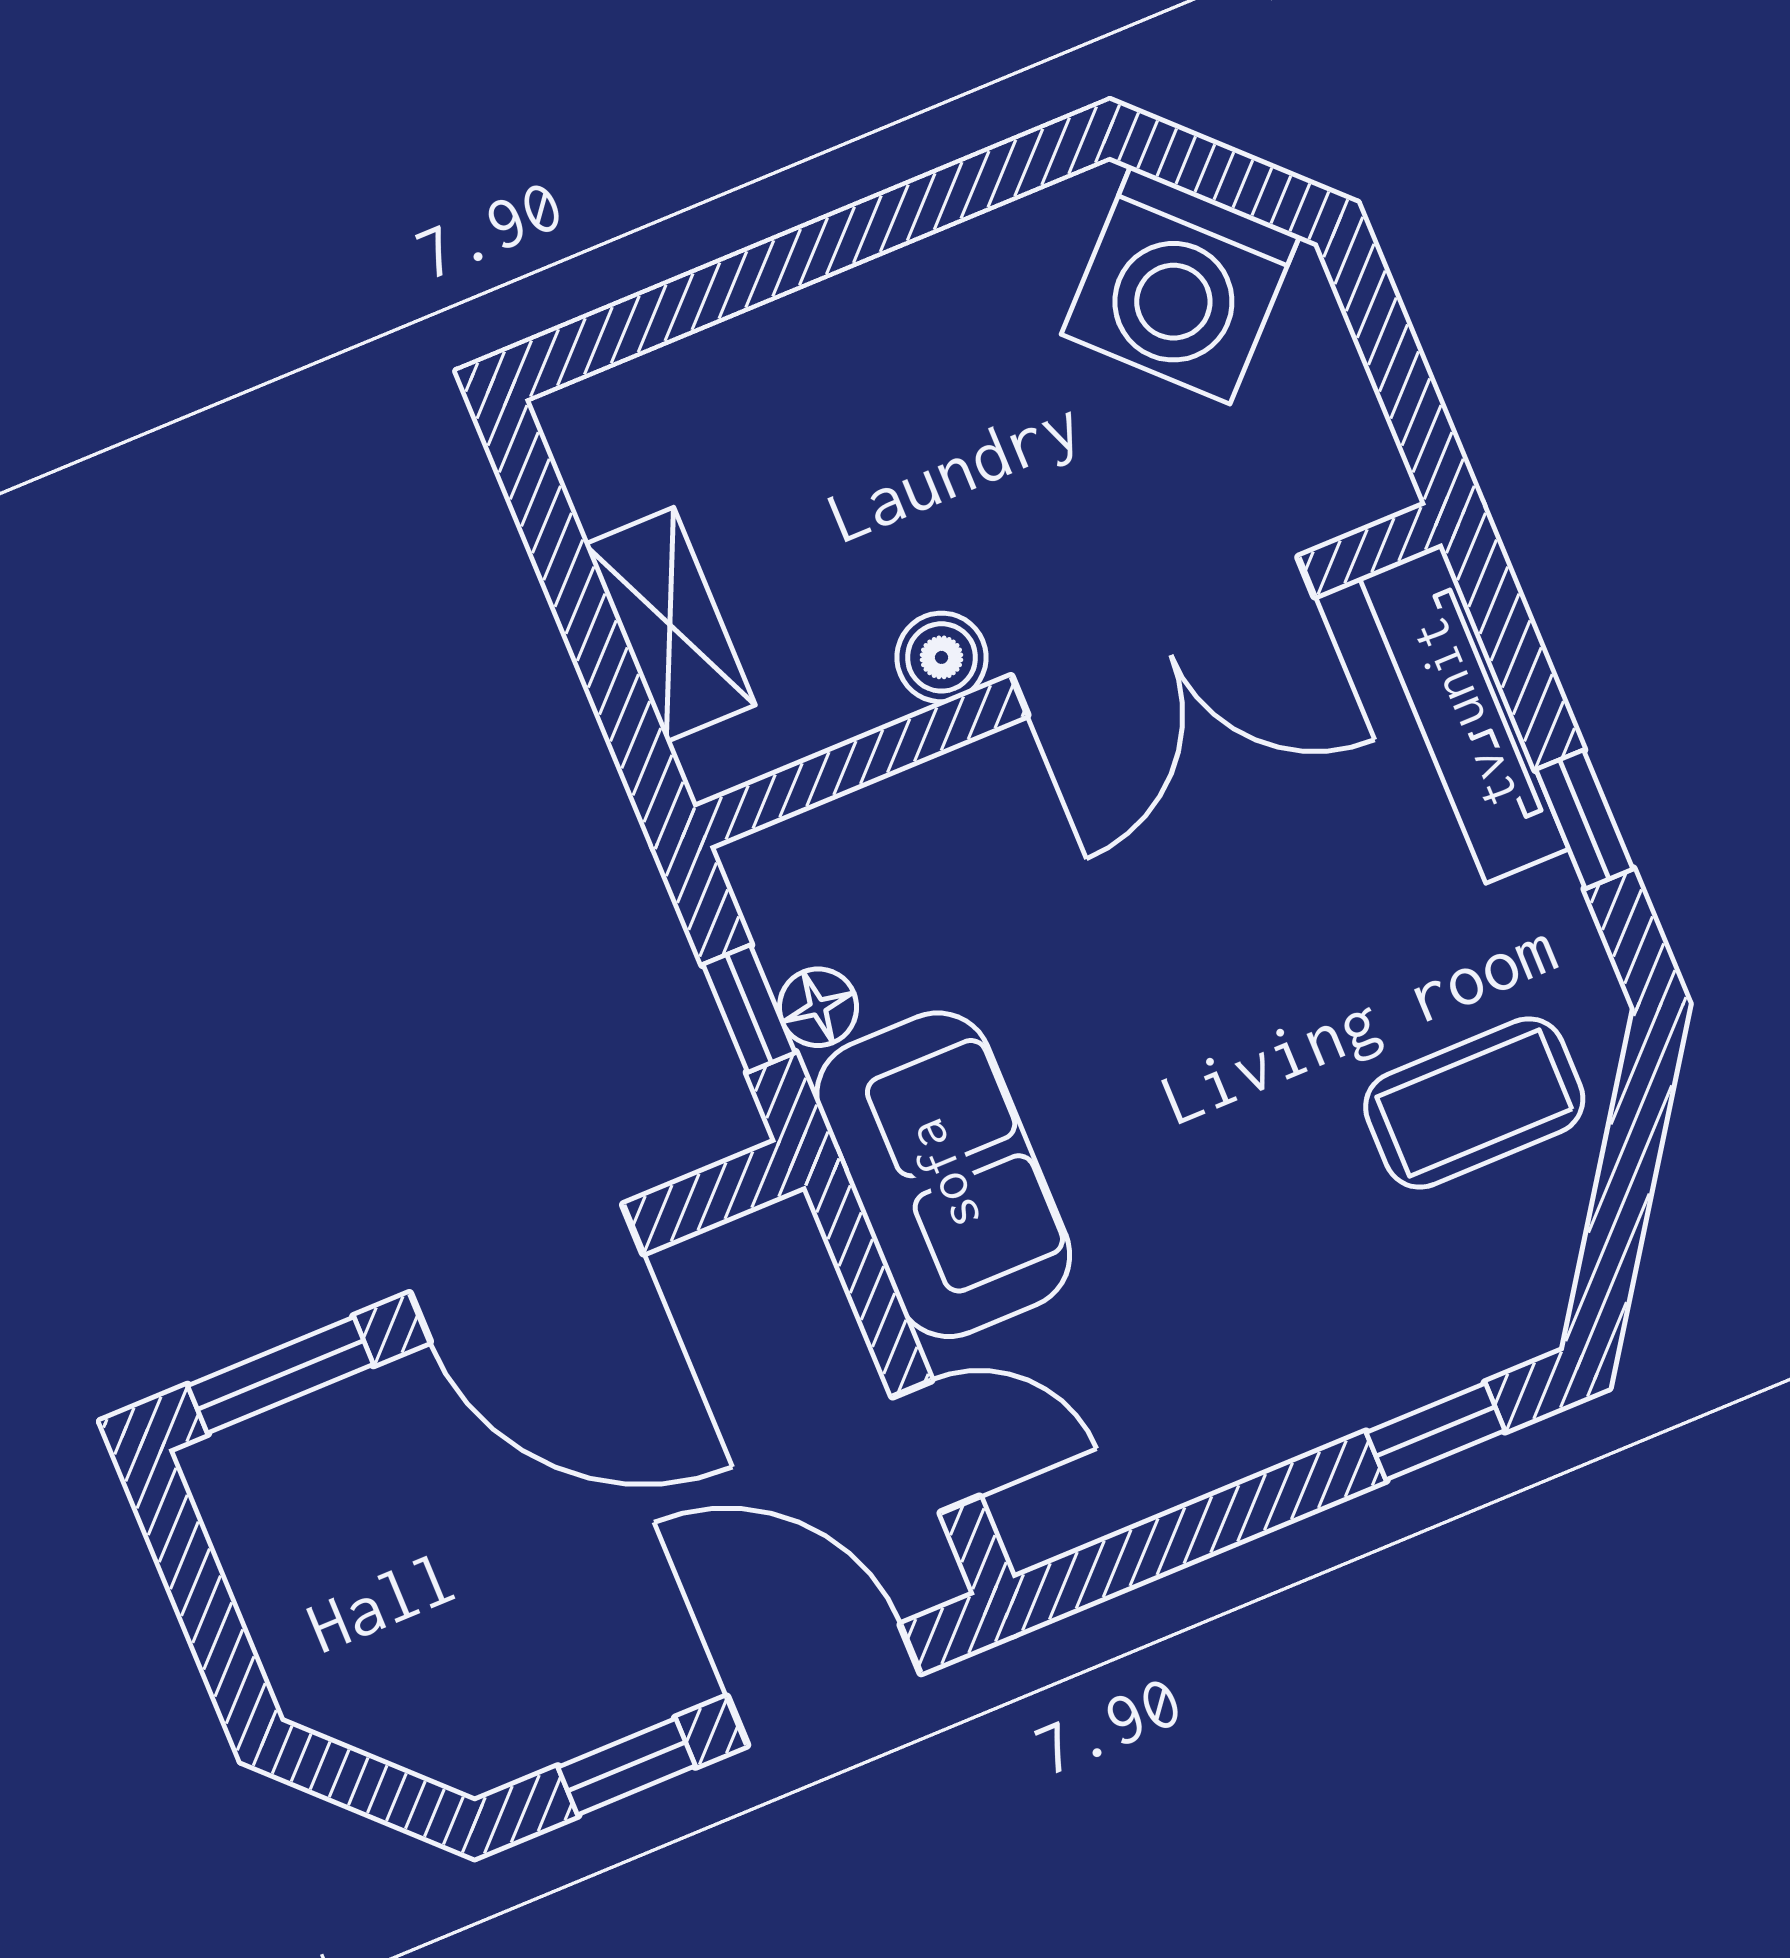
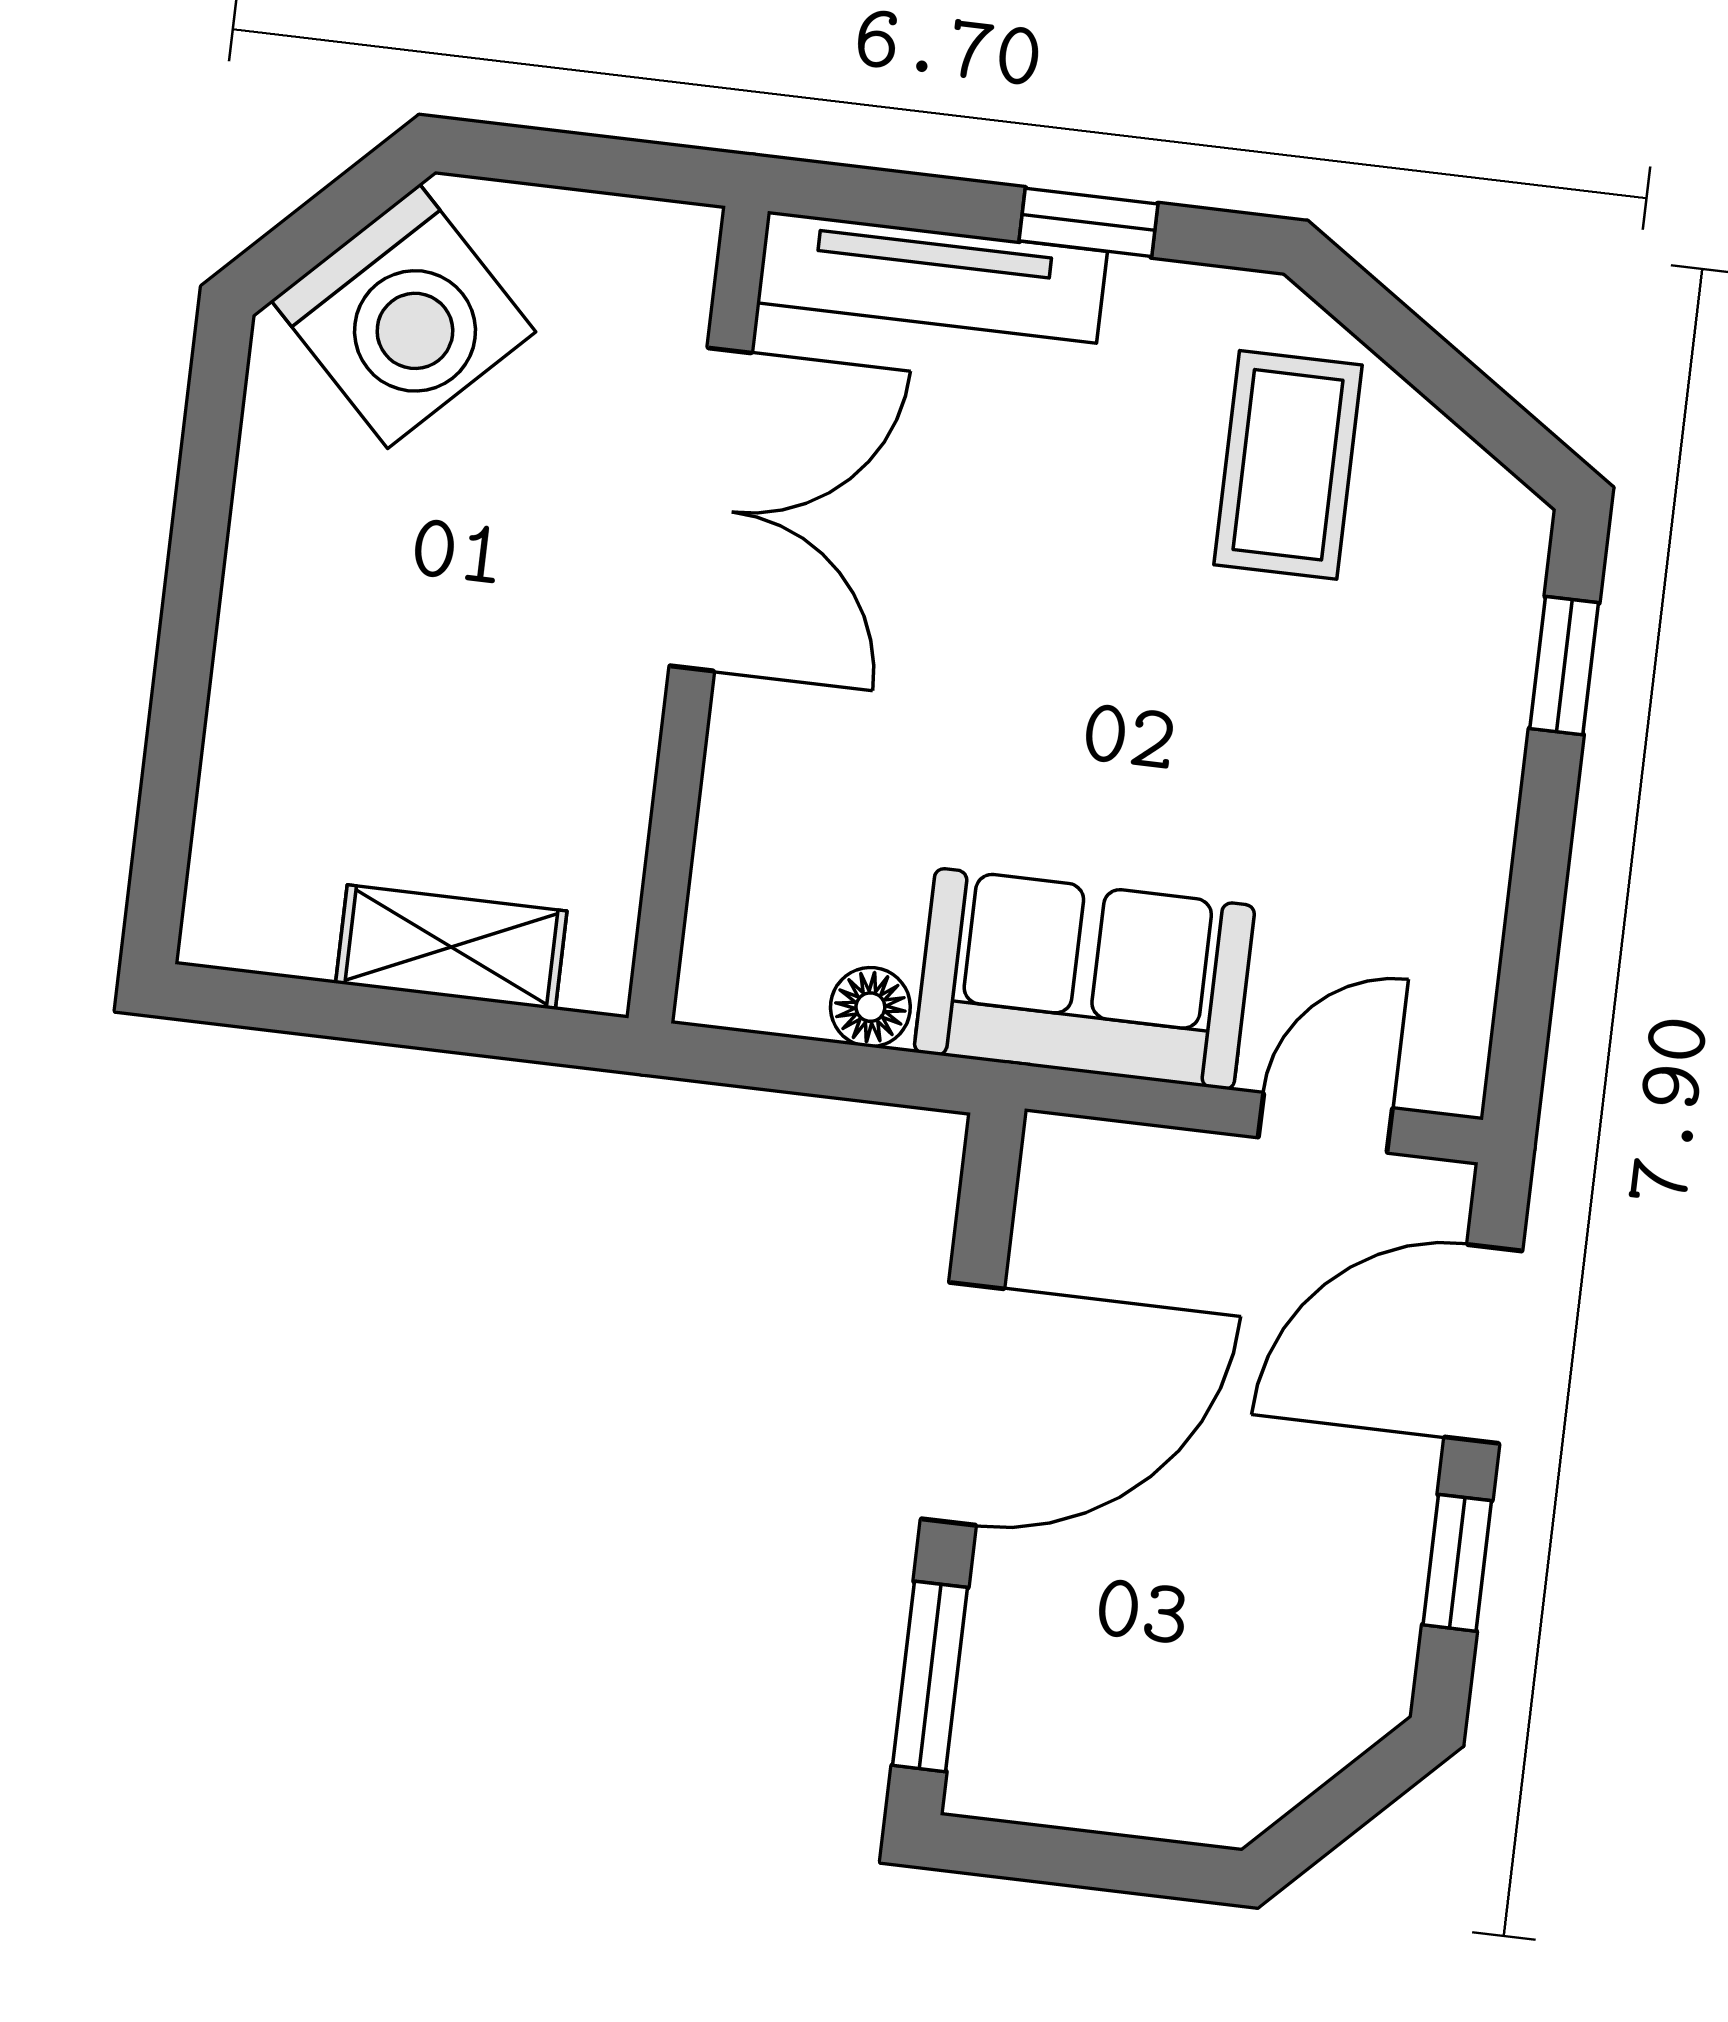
boiler: (942, 657) -> (618, 719), removed
window: (749, 1009) -> (837, 1070), removed

